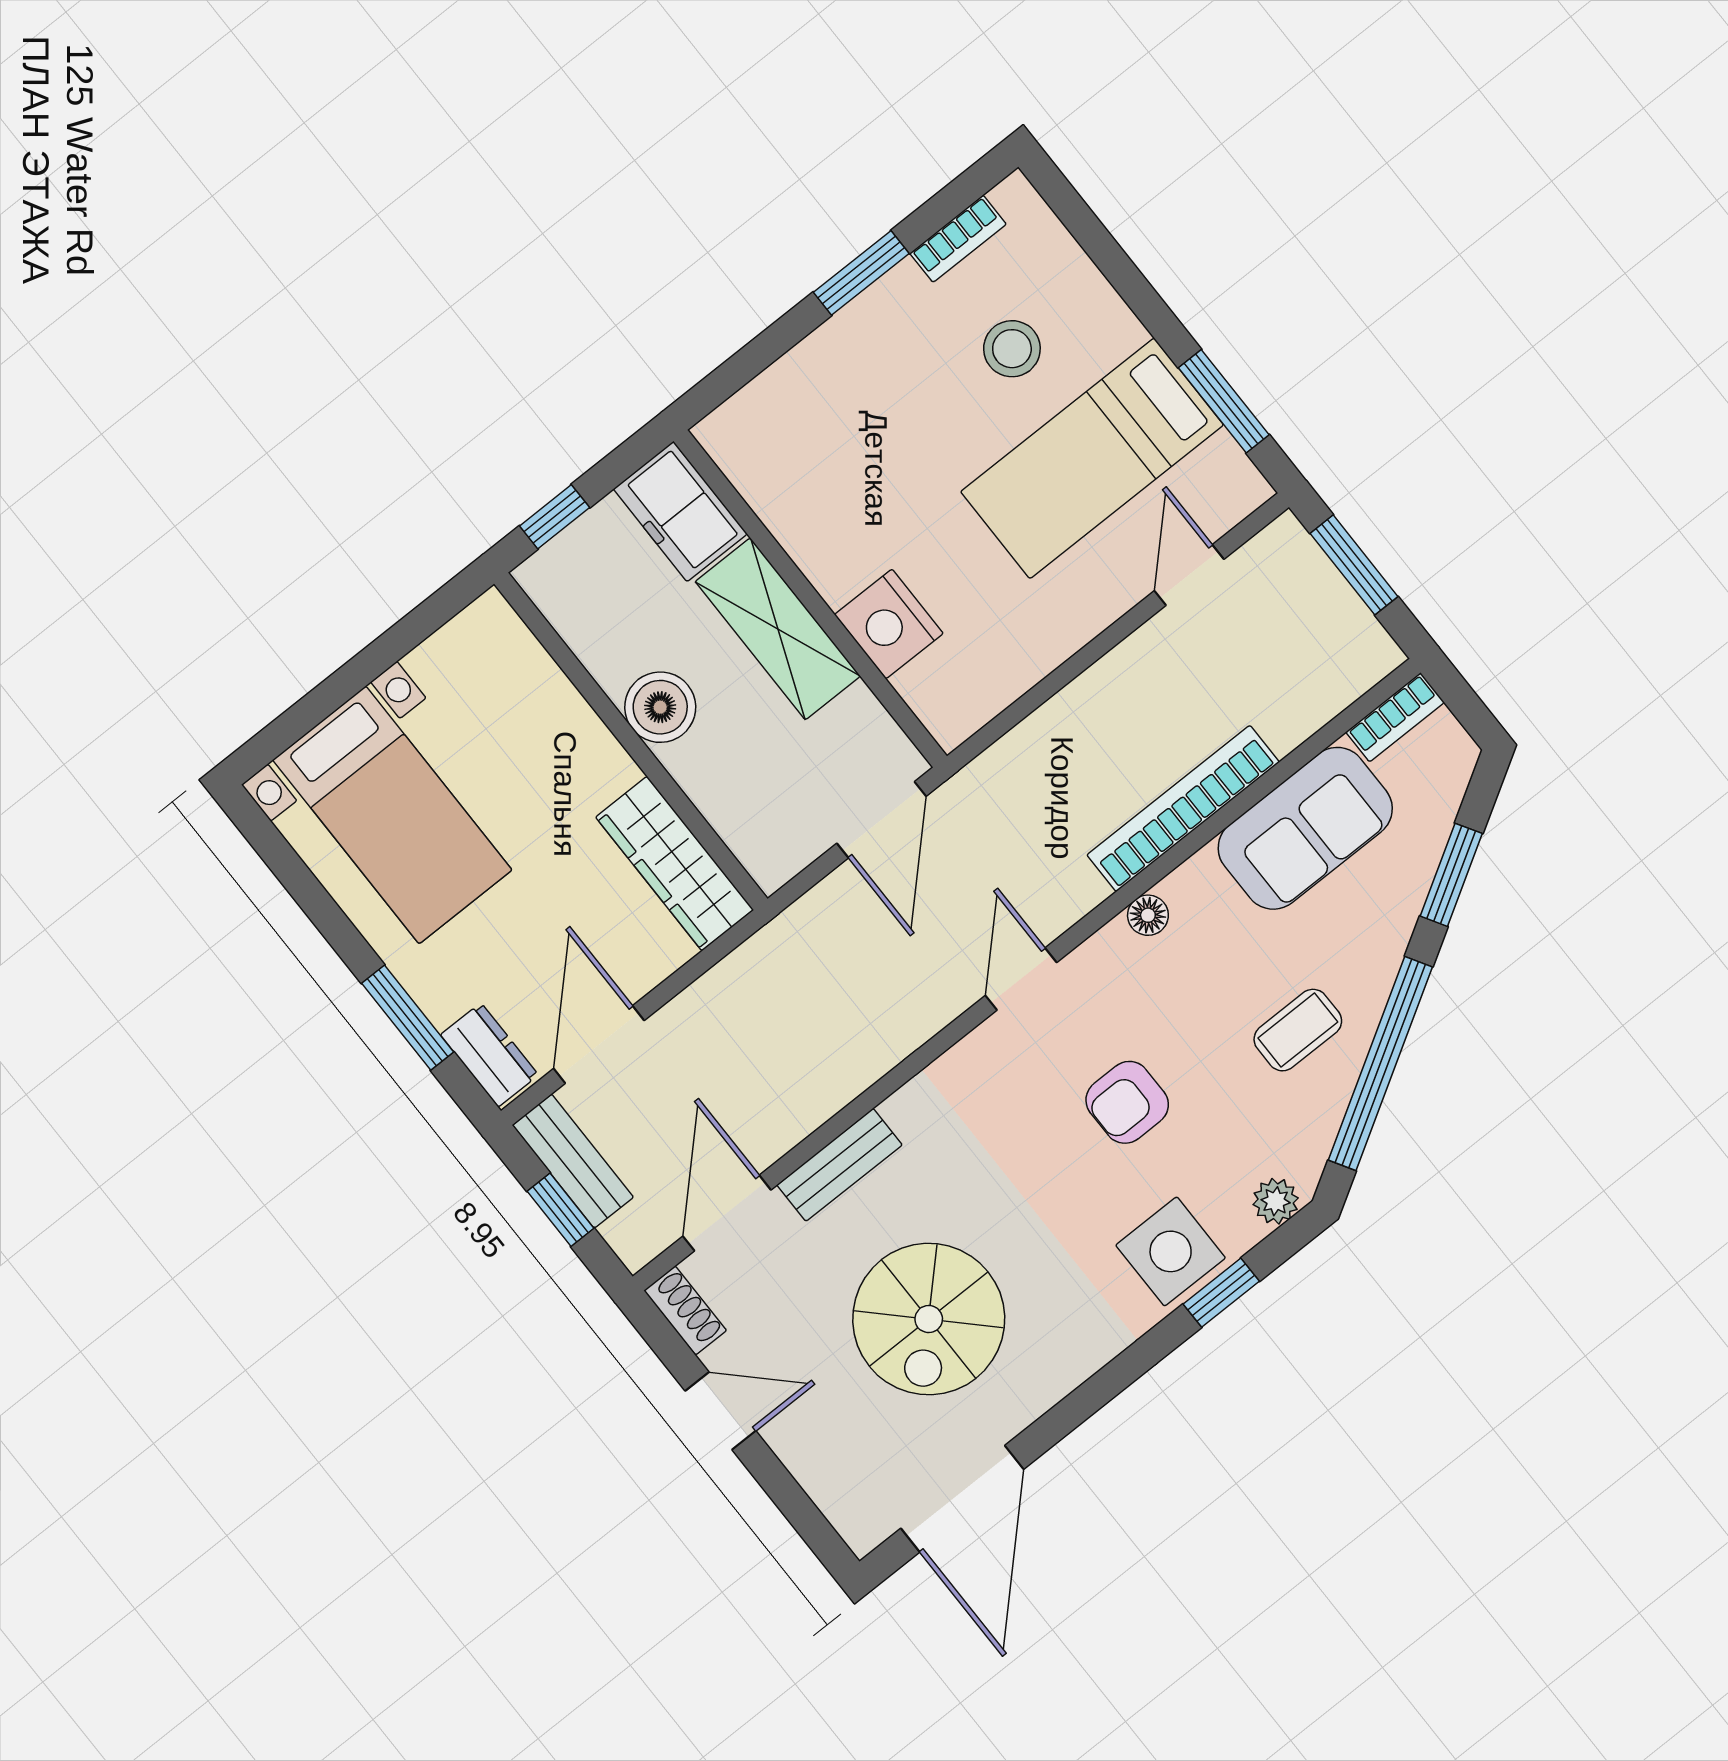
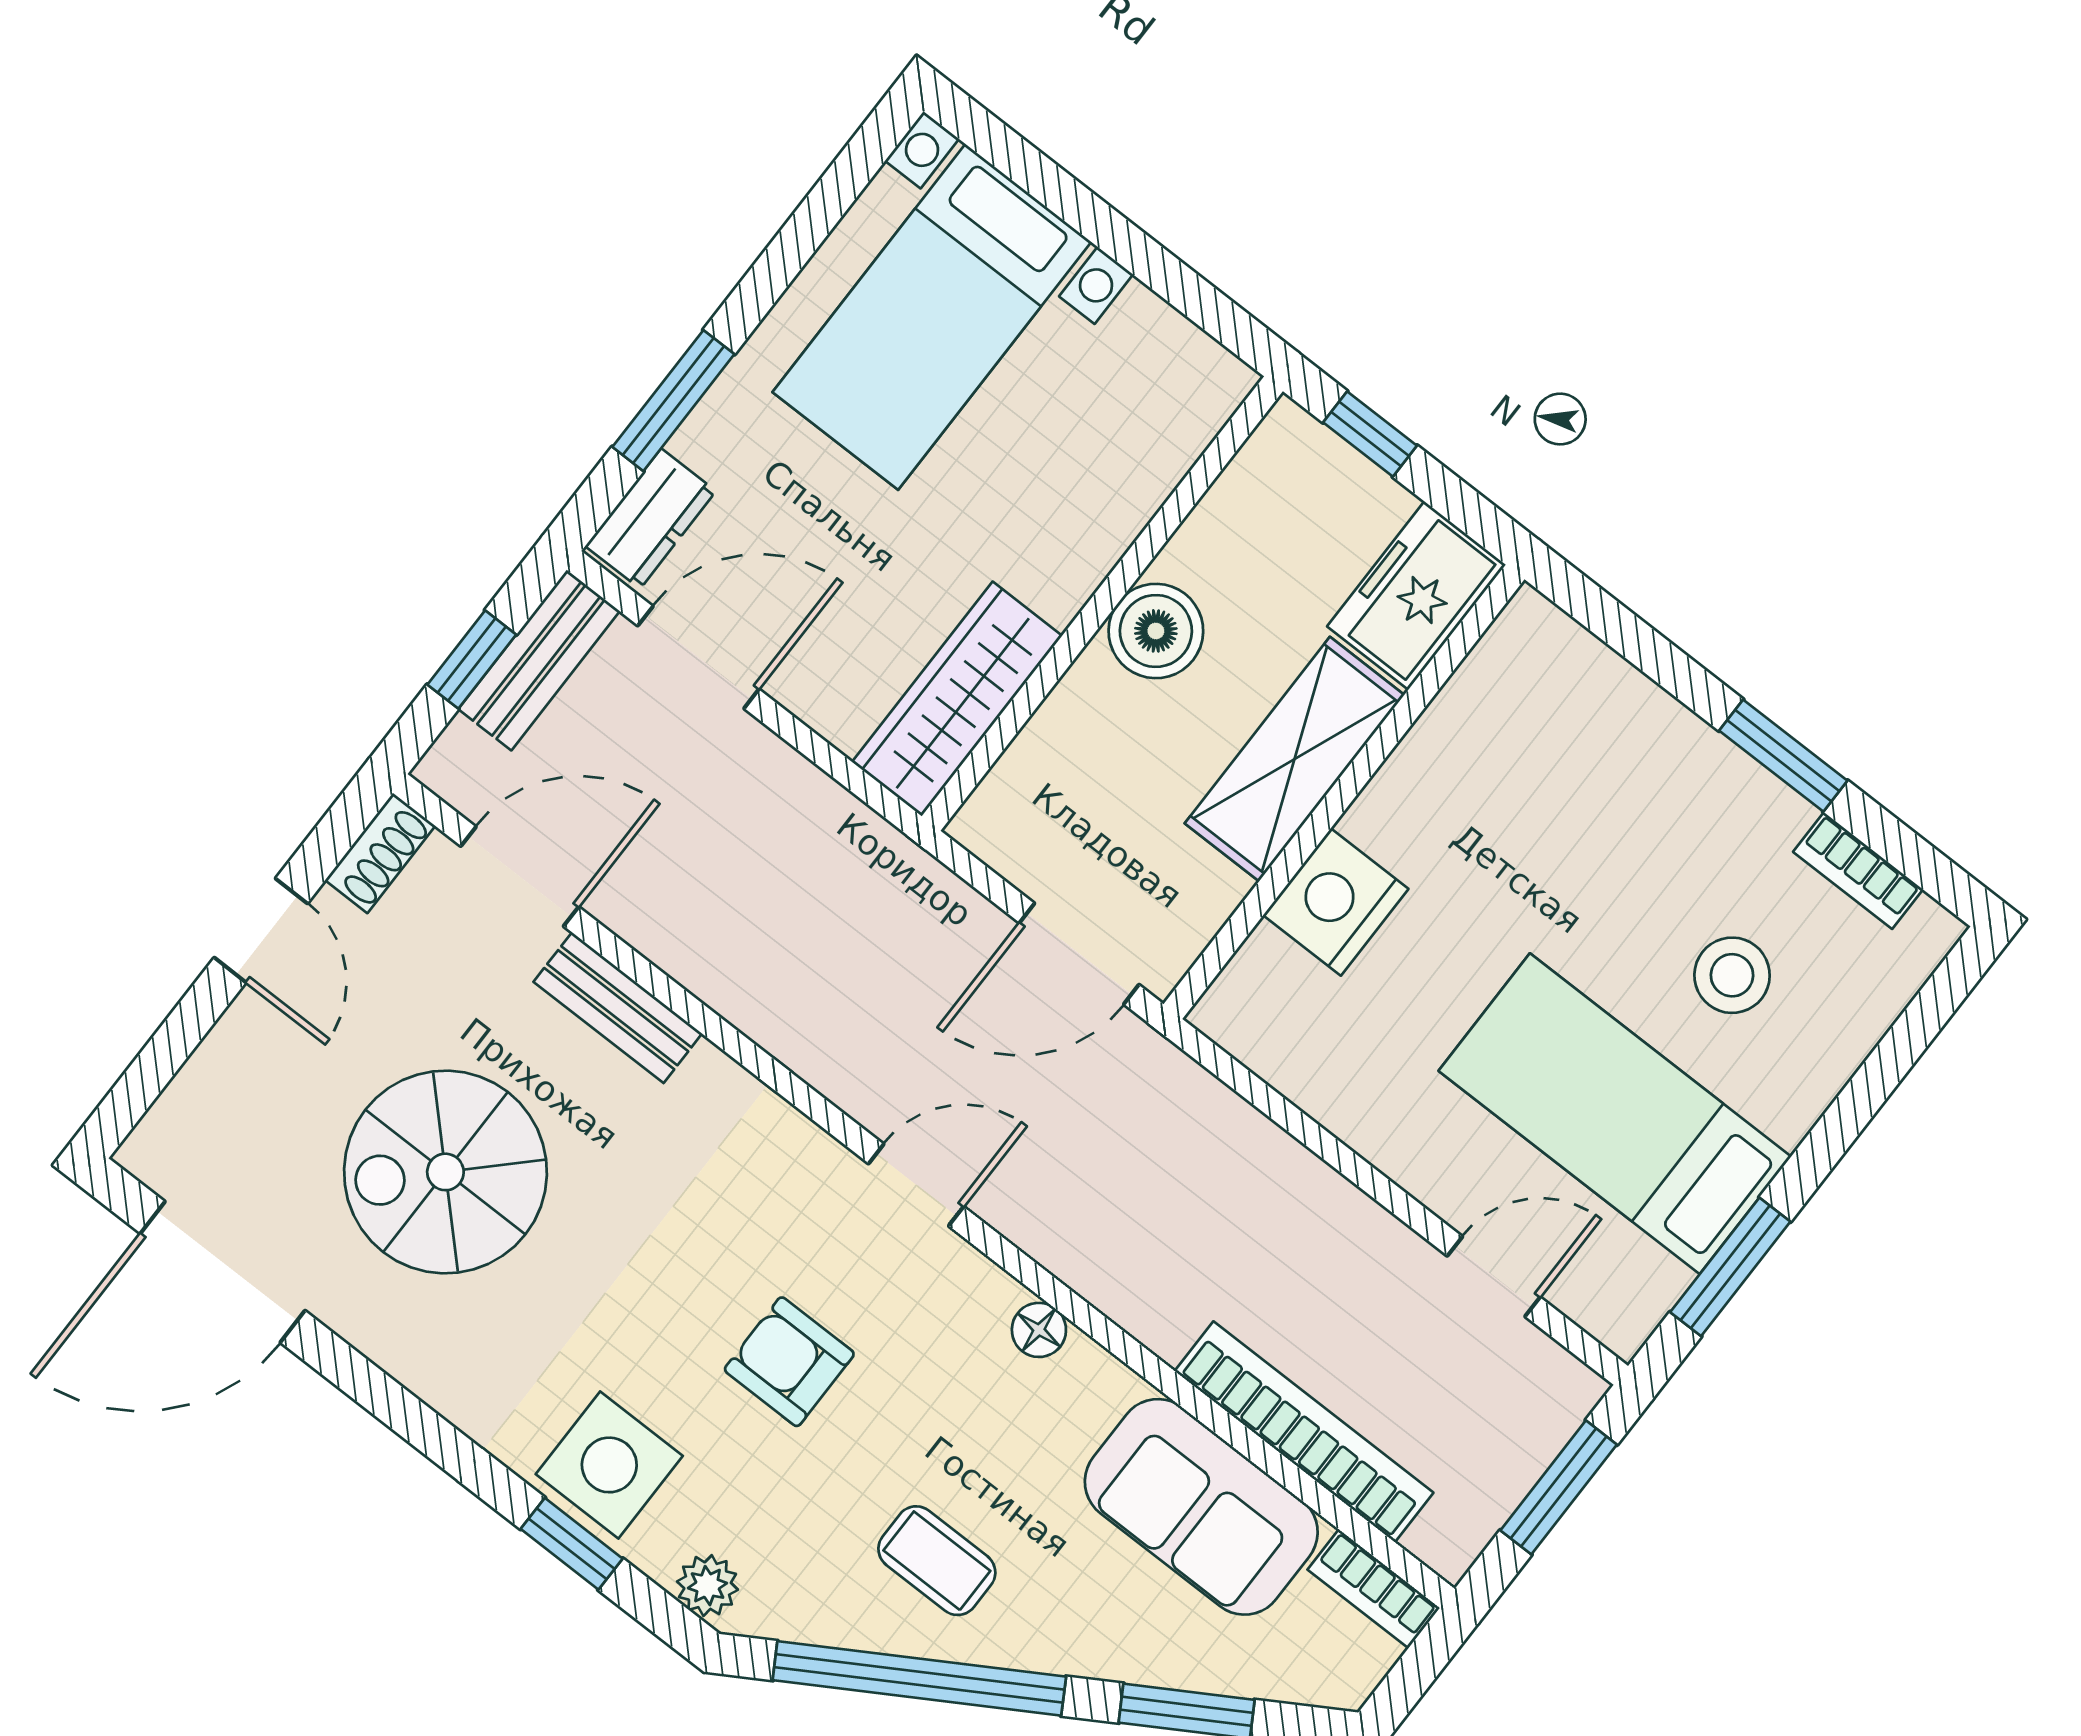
bookcase: (1183, 808) -> (1304, 1432), moved

